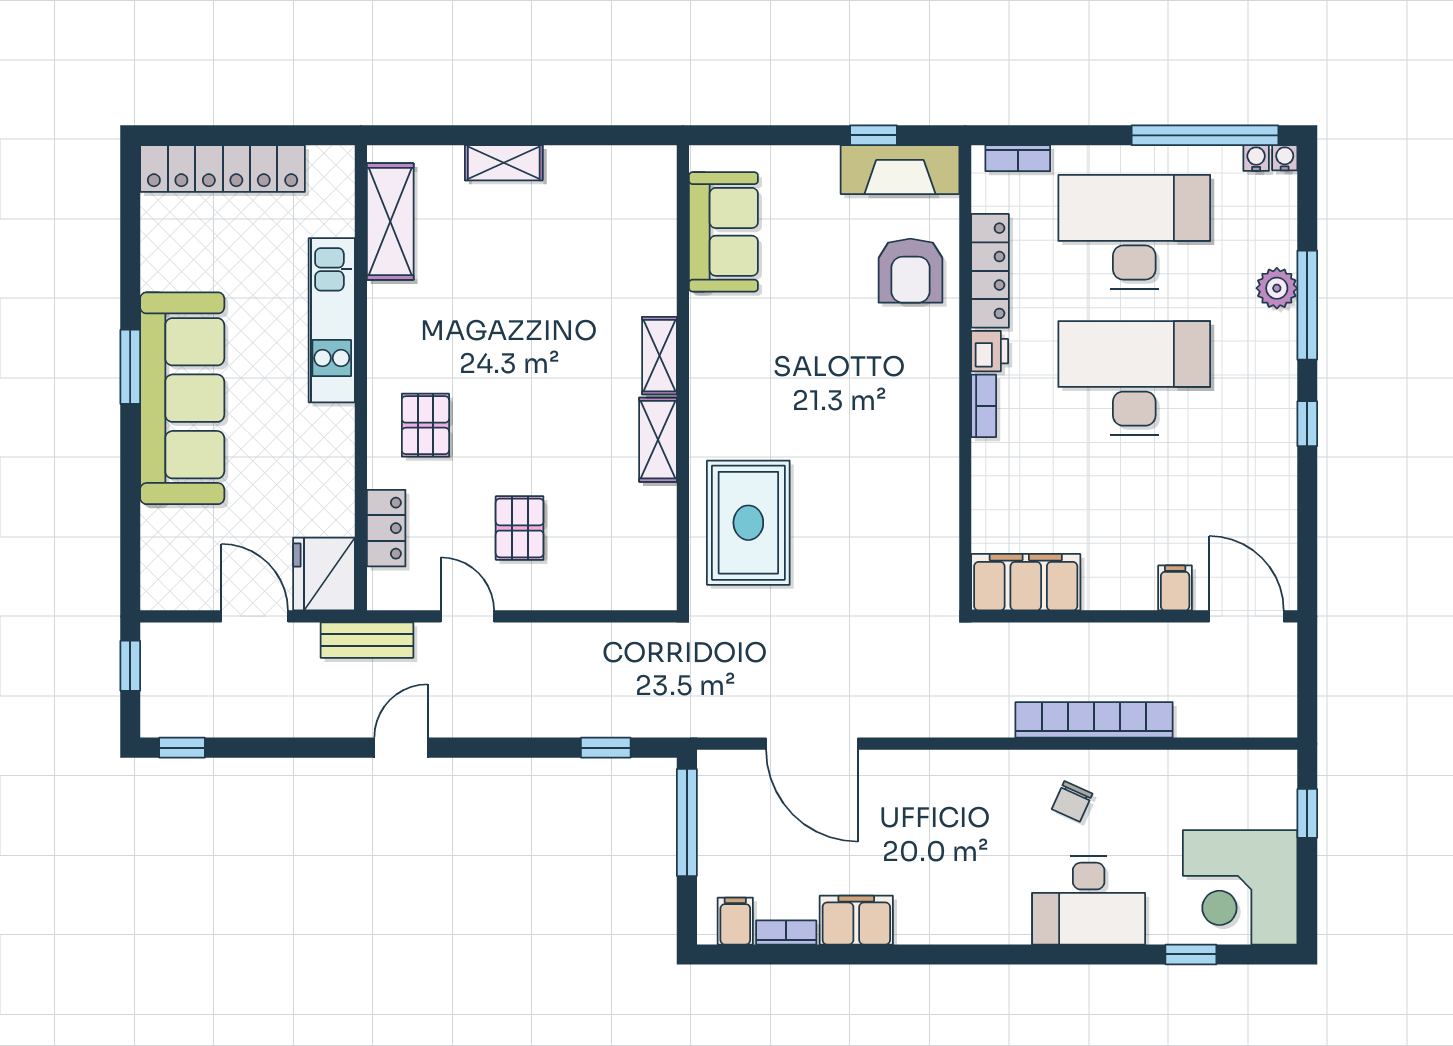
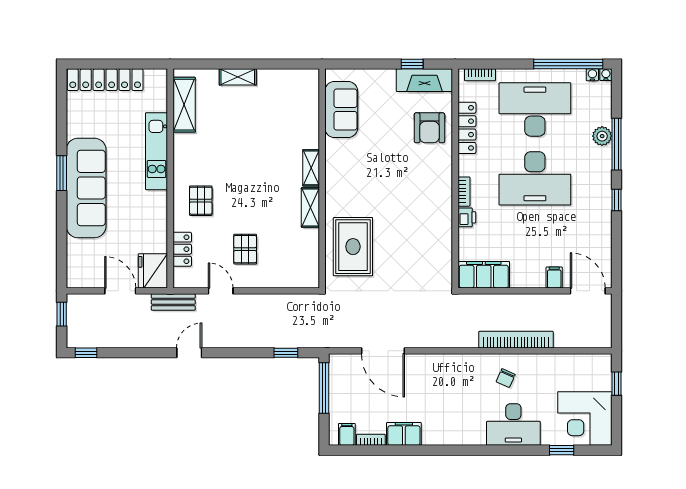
printer: (990, 351) -> (467, 217), moved
desk: (1134, 378) -> (535, 178), turned 180

